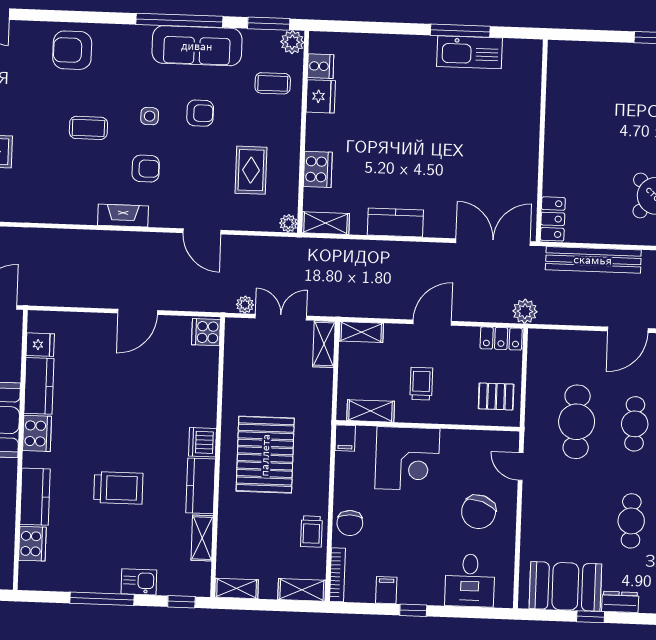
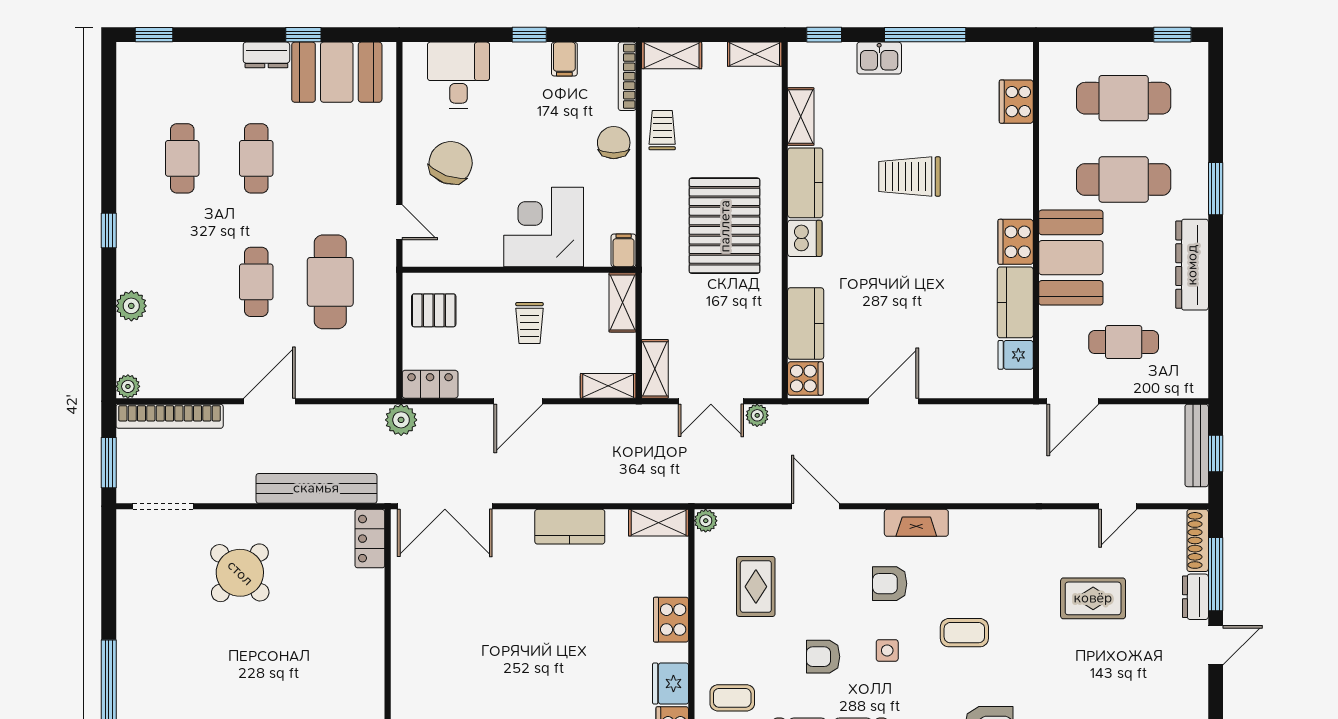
cooker: (318, 169) -> (671, 620), moved
shelving: (371, 411) -> (622, 302), moved, turned 90
kitchen counter: (35, 497) -> (806, 324), moved, turned 180

